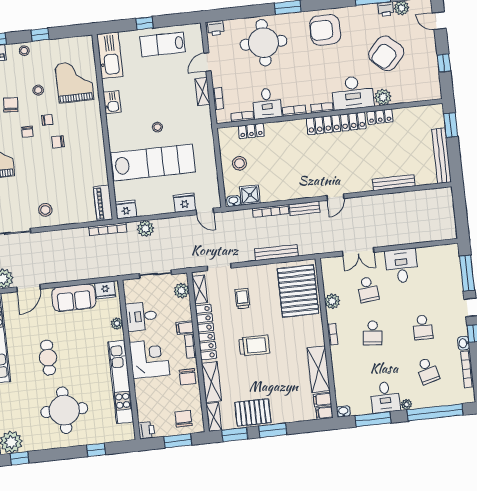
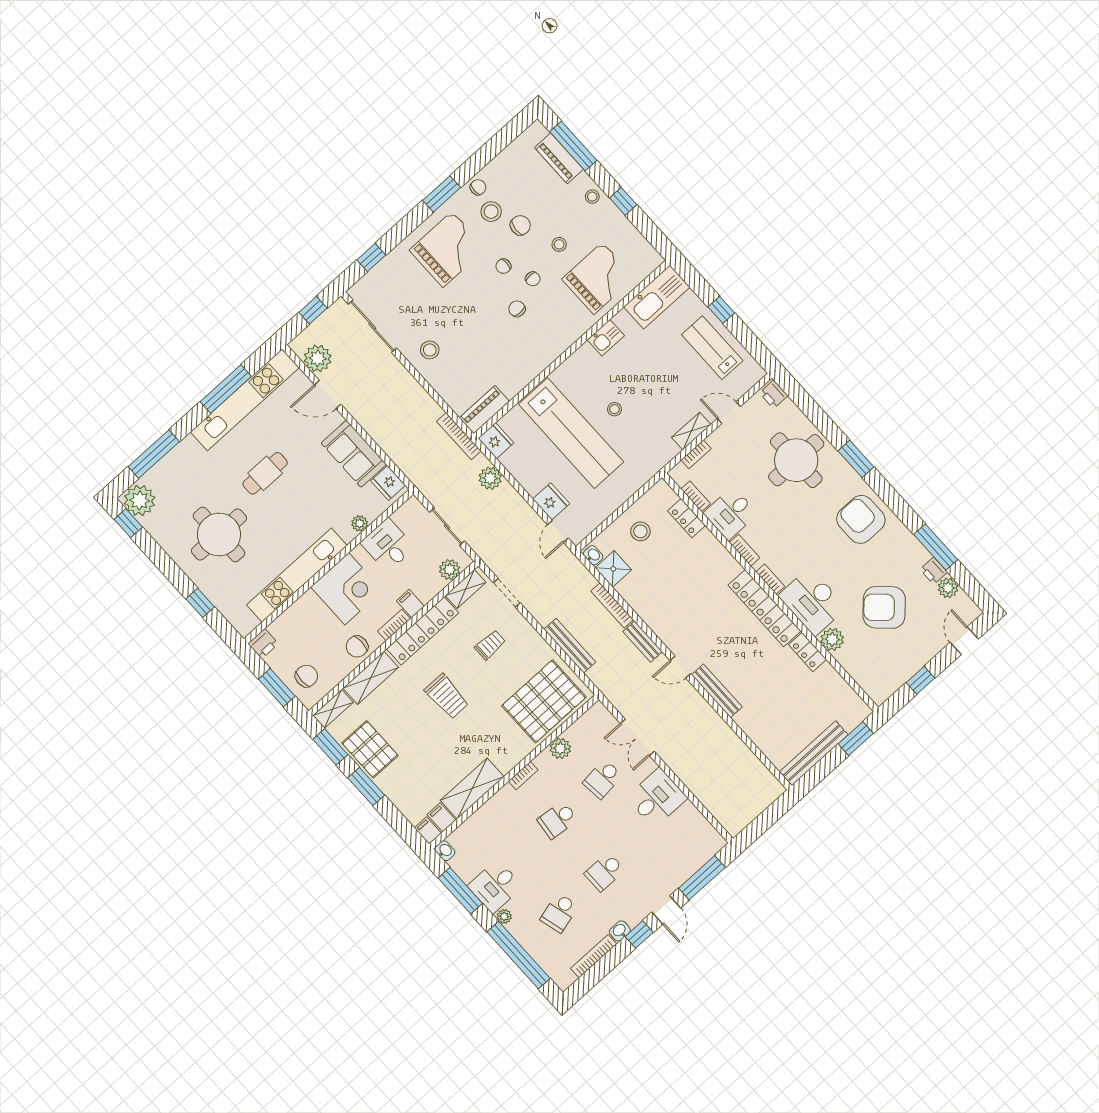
bench: (394, 183) -> (717, 691), moved

